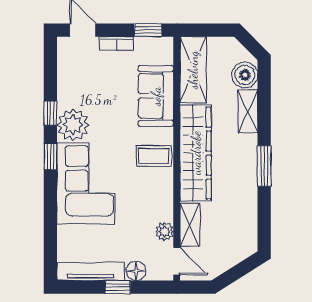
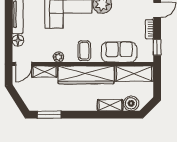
window: (264, 166) -> (49, 115), moved
plant: (164, 232) -> (58, 57), moved
window: (118, 287) -> (9, 30), removed

